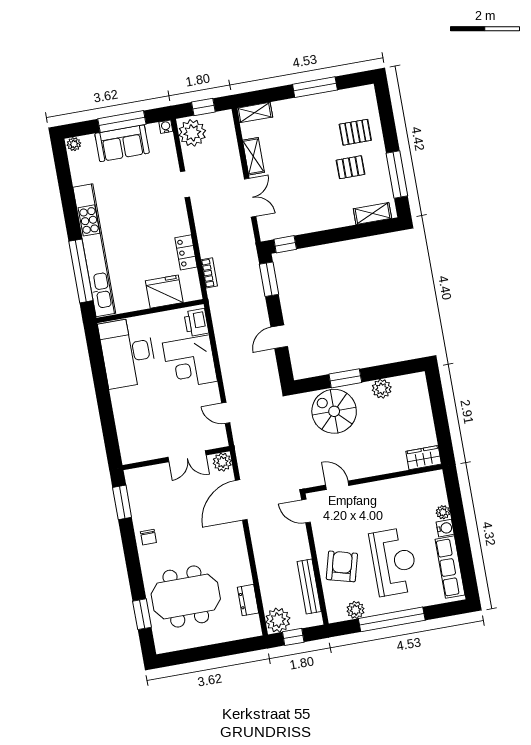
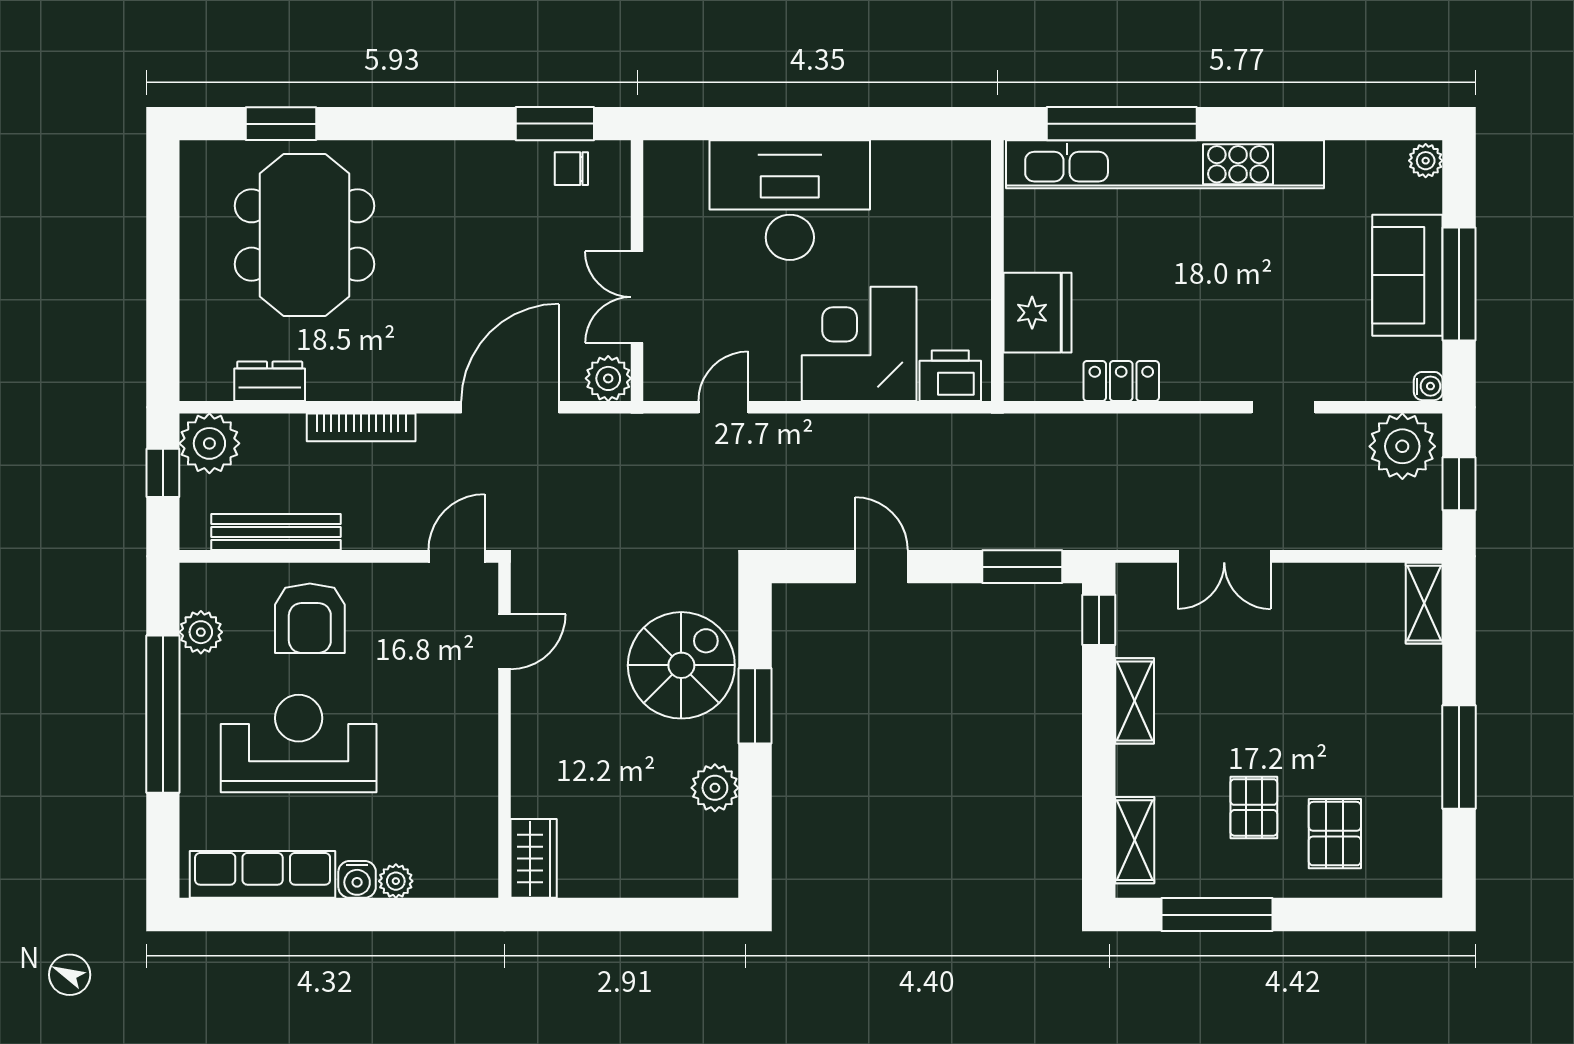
shelving: (253, 156) -> (1135, 701), moved, turned 90
bookcase: (209, 273) -> (361, 427), moved, width x1.56
desk: (128, 352) -> (790, 200), moved
door: (241, 500) -> (510, 407), hinge flipped
chair: (148, 537) -> (571, 169), moved
reception desk: (394, 562) -> (299, 744), turned 180
armchair: (342, 566) -> (310, 618), turned 75

